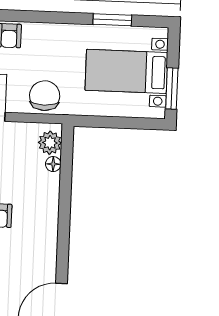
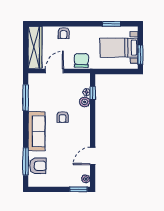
plant: (50, 143) -> (85, 102), moved
window: (66, 167) -> (93, 93), added

